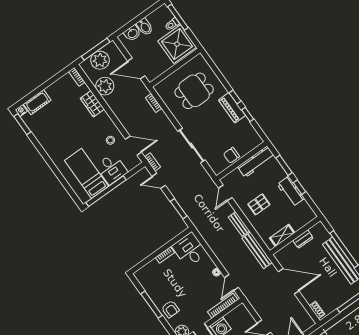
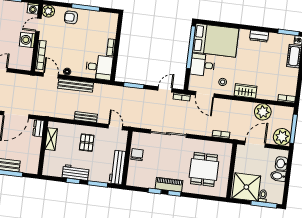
plant: (100, 60) -> (282, 137), moved
wardrobe: (92, 104) -> (246, 91), moved
dresser: (47, 145) -> (259, 36), added
door: (133, 146) -> (205, 94), hinge flipped
bed: (86, 173) -> (216, 40), width x1.50
dresser: (303, 239) -> (38, 128), moved
bench: (257, 250) -> (76, 86), moved

